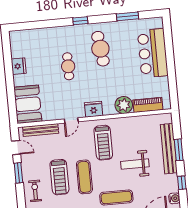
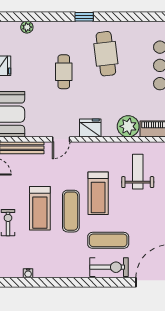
window: (128, 16) -> (143, 17), removed
plant: (35, 33) -> (27, 27), added
treadmill: (103, 143) -> (98, 193), moved
weight bench: (135, 164) -> (138, 172), moved, turned 90

